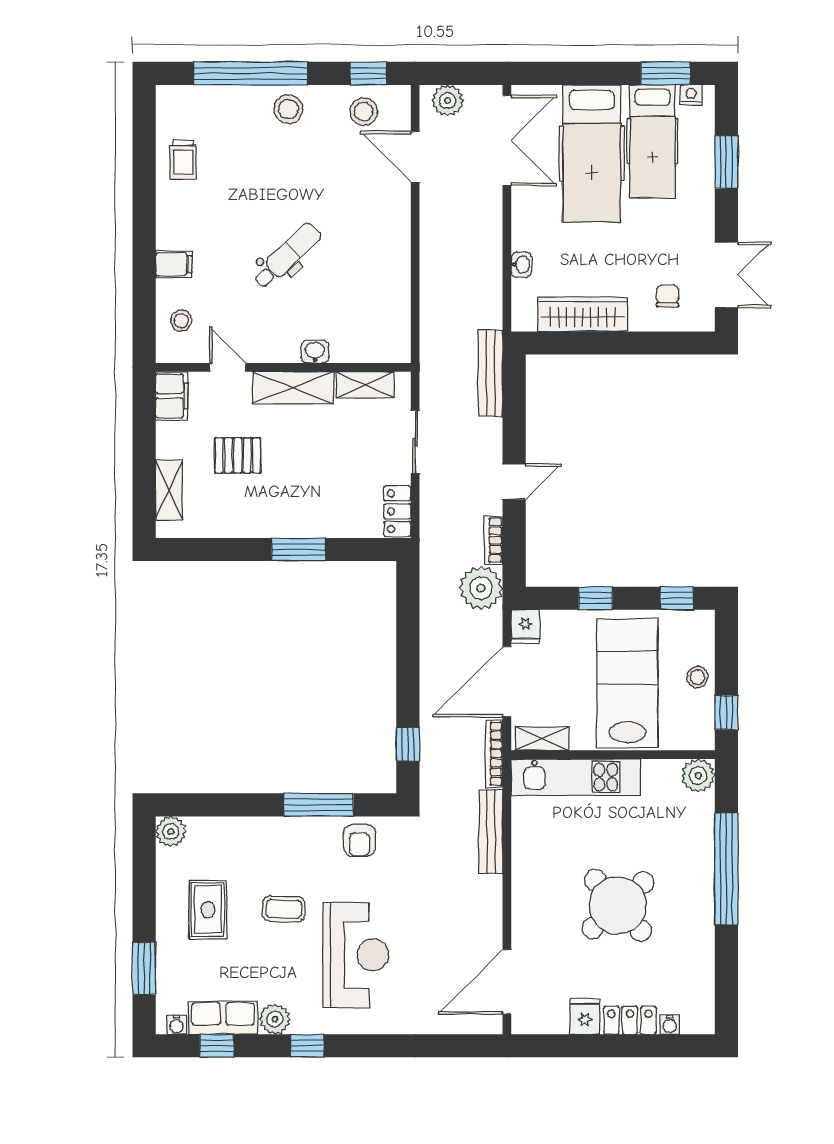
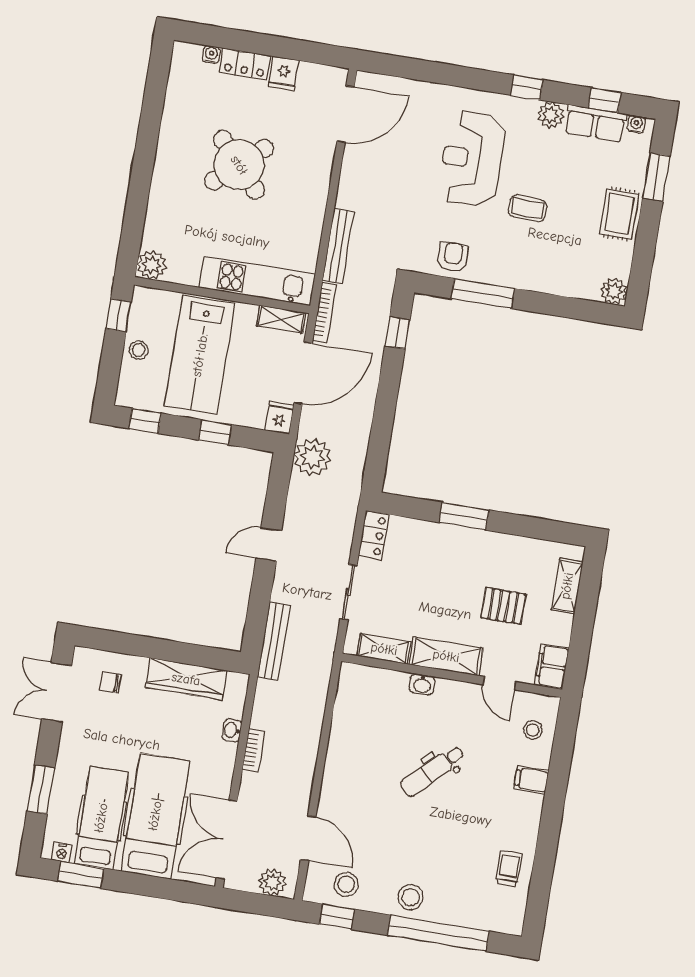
chair: (667, 296) -> (110, 683), turned 89
bookcase: (493, 540) -> (254, 750), moved
window: (726, 869) -> (141, 181), removed
rug: (208, 910) -> (619, 214), moved

